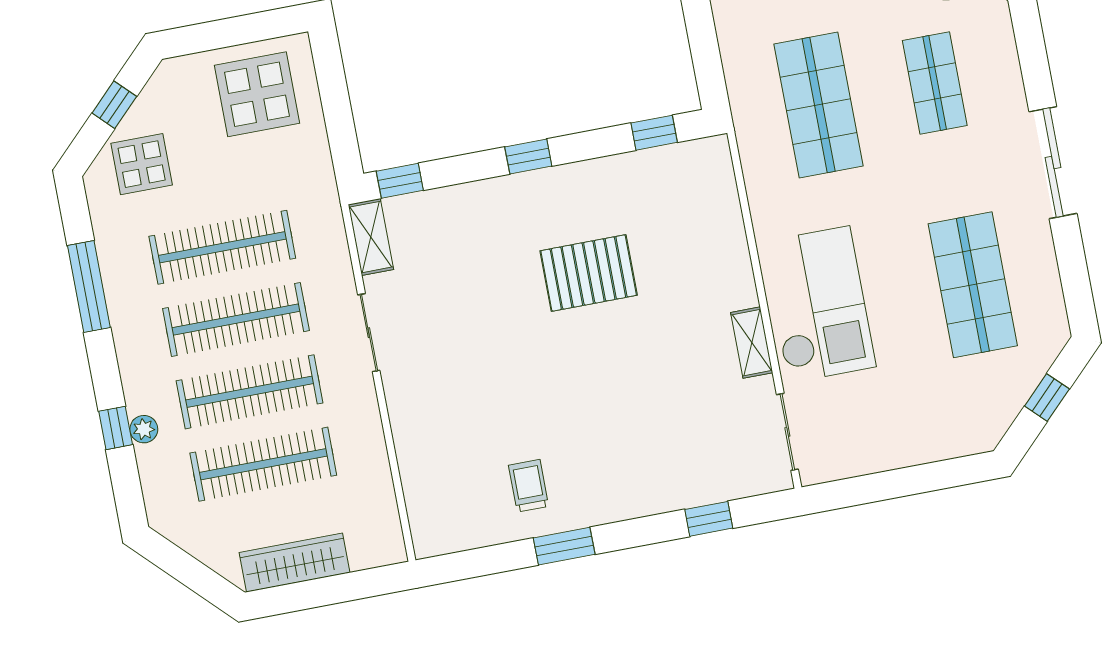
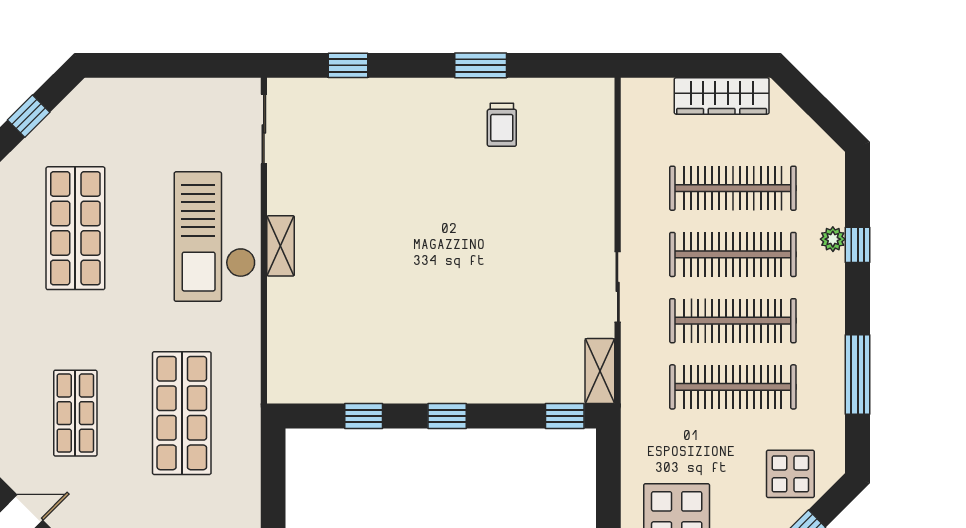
window: (654, 133) -> (364, 416), moved
pallet: (589, 273) -> (413, 303), removed
shelving: (752, 343) -> (281, 246), moved

